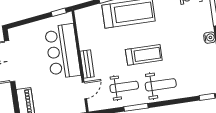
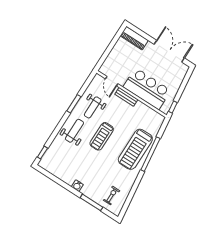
weight bench: (161, 85) -> (74, 131), turned 180

